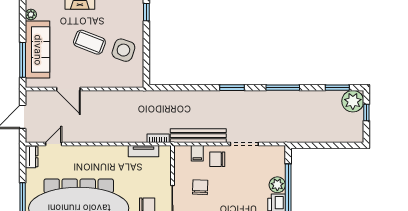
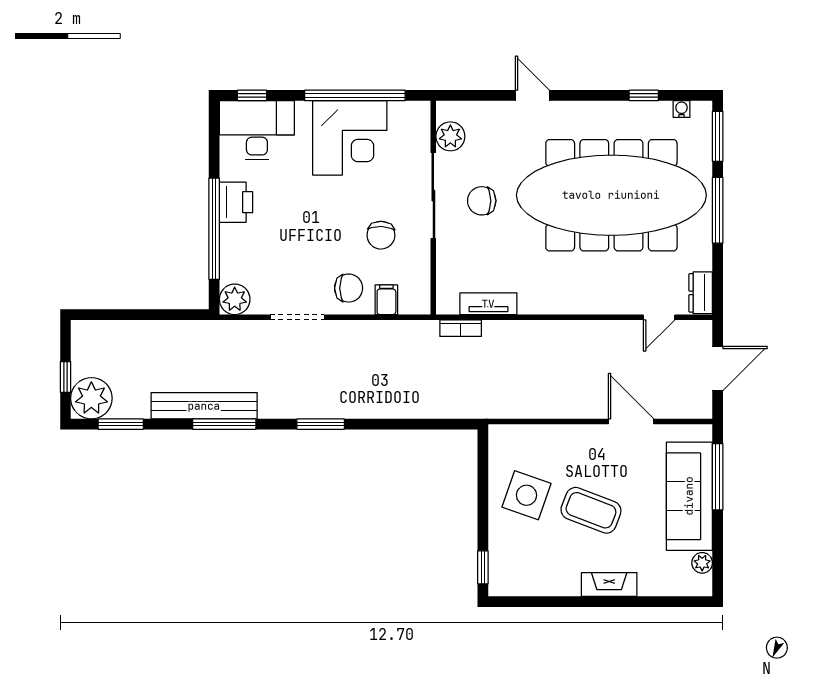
bench: (198, 136) -> (204, 406), moved
plant: (277, 185) -> (235, 299), moved

